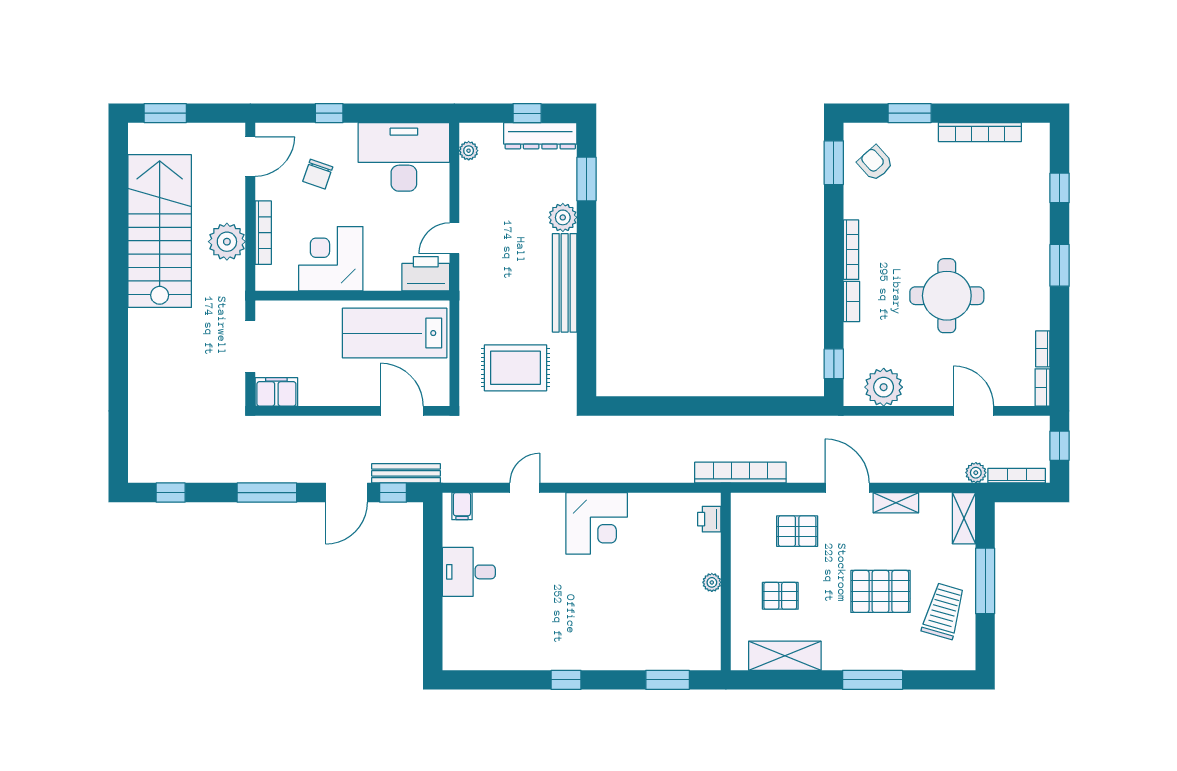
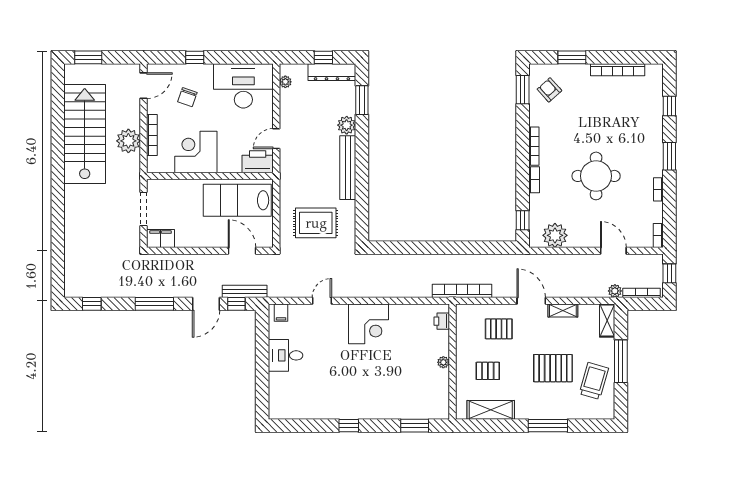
bookcase: (1043, 349) -> (658, 189), moved

